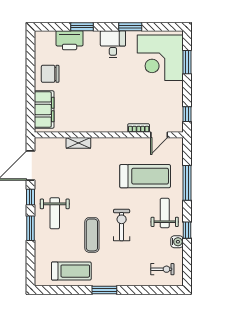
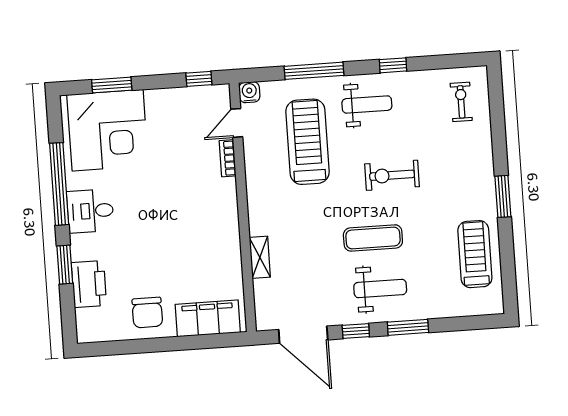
window: (130, 27) -> (59, 184), width x2.11
door: (159, 135) -> (237, 123), swing flipped
weight bench: (165, 213) -> (367, 104), turned 180
exercise mat: (92, 235) -> (373, 238), moved
water cooler: (177, 242) -> (249, 92), moved

